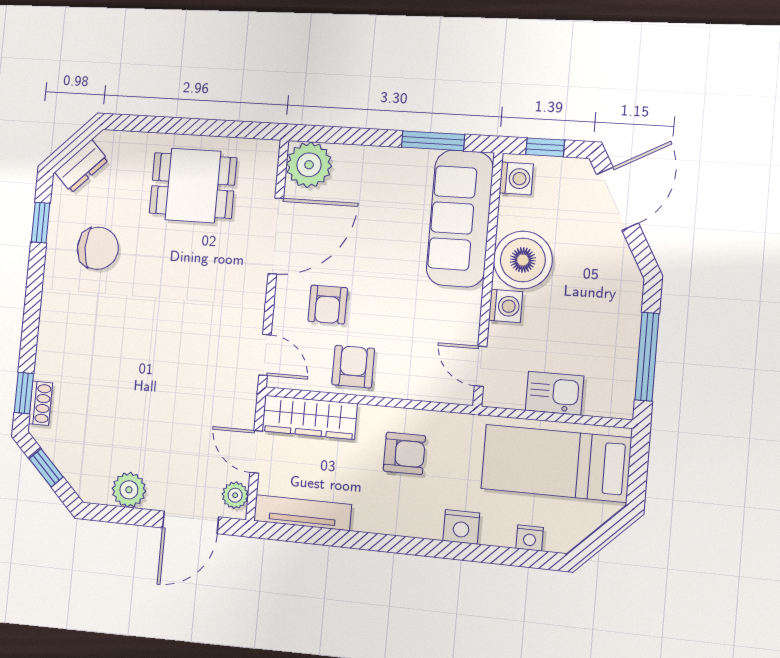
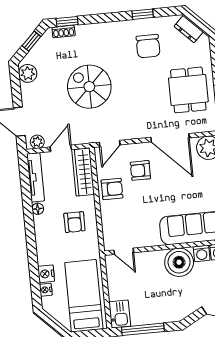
window: (41, 223) -> (143, 14), moved
washing machine: (506, 306) -> (202, 253), moved
door: (481, 366) -> (124, 251), swing flipped
spiral stairs: (151, 374) -> (89, 87), added
kitchen sink: (555, 393) -> (120, 314), moved
plant: (129, 490) -> (28, 73), moved
floor lamp: (364, 521) -> (38, 209), added
nightstand: (461, 527) -> (46, 274), moved

